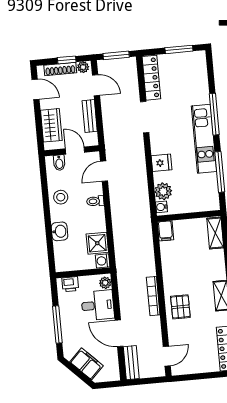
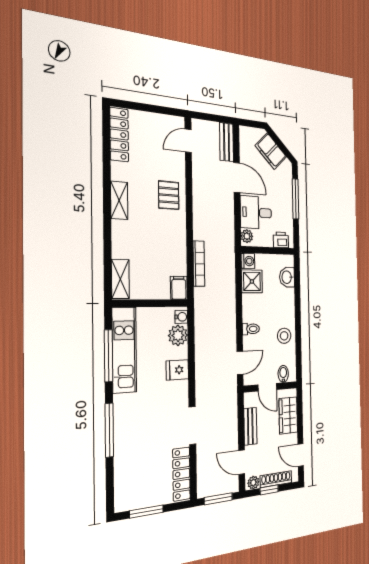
kitchen unit: (204, 139) -> (124, 350), moved
washbasin: (60, 231) -> (287, 277), moved
bookcase: (153, 296) -> (199, 264), moved

